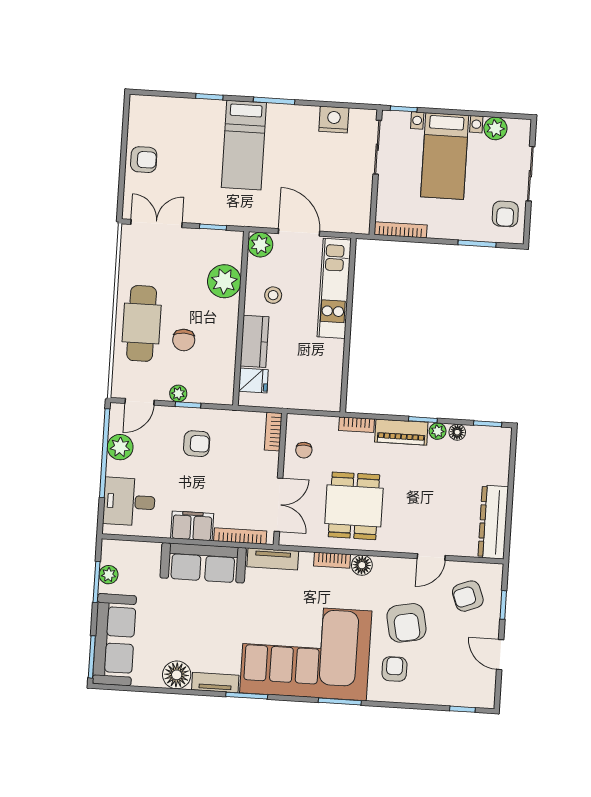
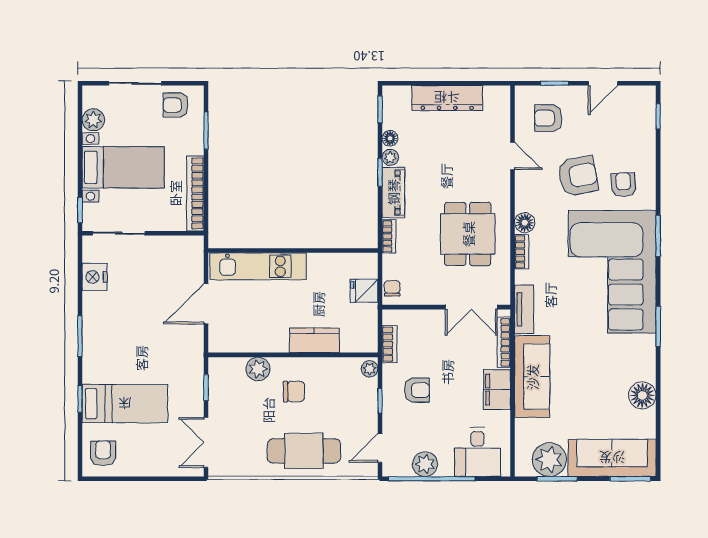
bed: (244, 145) -> (125, 404), moved
armchair: (144, 160) -> (103, 453), moved
armchair: (505, 214) -> (176, 105), turned 180
bookcase: (401, 230) -> (195, 193), width x1.48, depth x1.31
plant: (260, 245) -> (220, 341), removed
plant: (224, 281) -> (258, 369), width x0.73, depth x0.73
stool: (273, 295) -> (268, 325), removed
chair: (184, 340) -> (294, 392), moved
fridge: (253, 381) -> (364, 291), moved, turned -90
plant: (178, 393) -> (370, 369), moved
door: (140, 402) -> (380, 448), swing flipped
bookcase: (273, 432) -> (390, 344), moved, turned -90
armchair: (197, 444) -> (417, 390), turned 90
chair: (304, 450) -> (392, 288), moved, turned -90
double door: (279, 505) -> (471, 307), swing flipped
dining table: (354, 506) -> (468, 234), turned 90
dresser: (493, 522) -> (447, 98), moved
plant: (109, 575) -> (549, 460), width x1.87, depth x1.87
armchair: (468, 596) -> (548, 118), turned 111
armchair: (394, 669) -> (623, 185), turned 87
tv unit: (215, 683) -> (647, 358), removed

